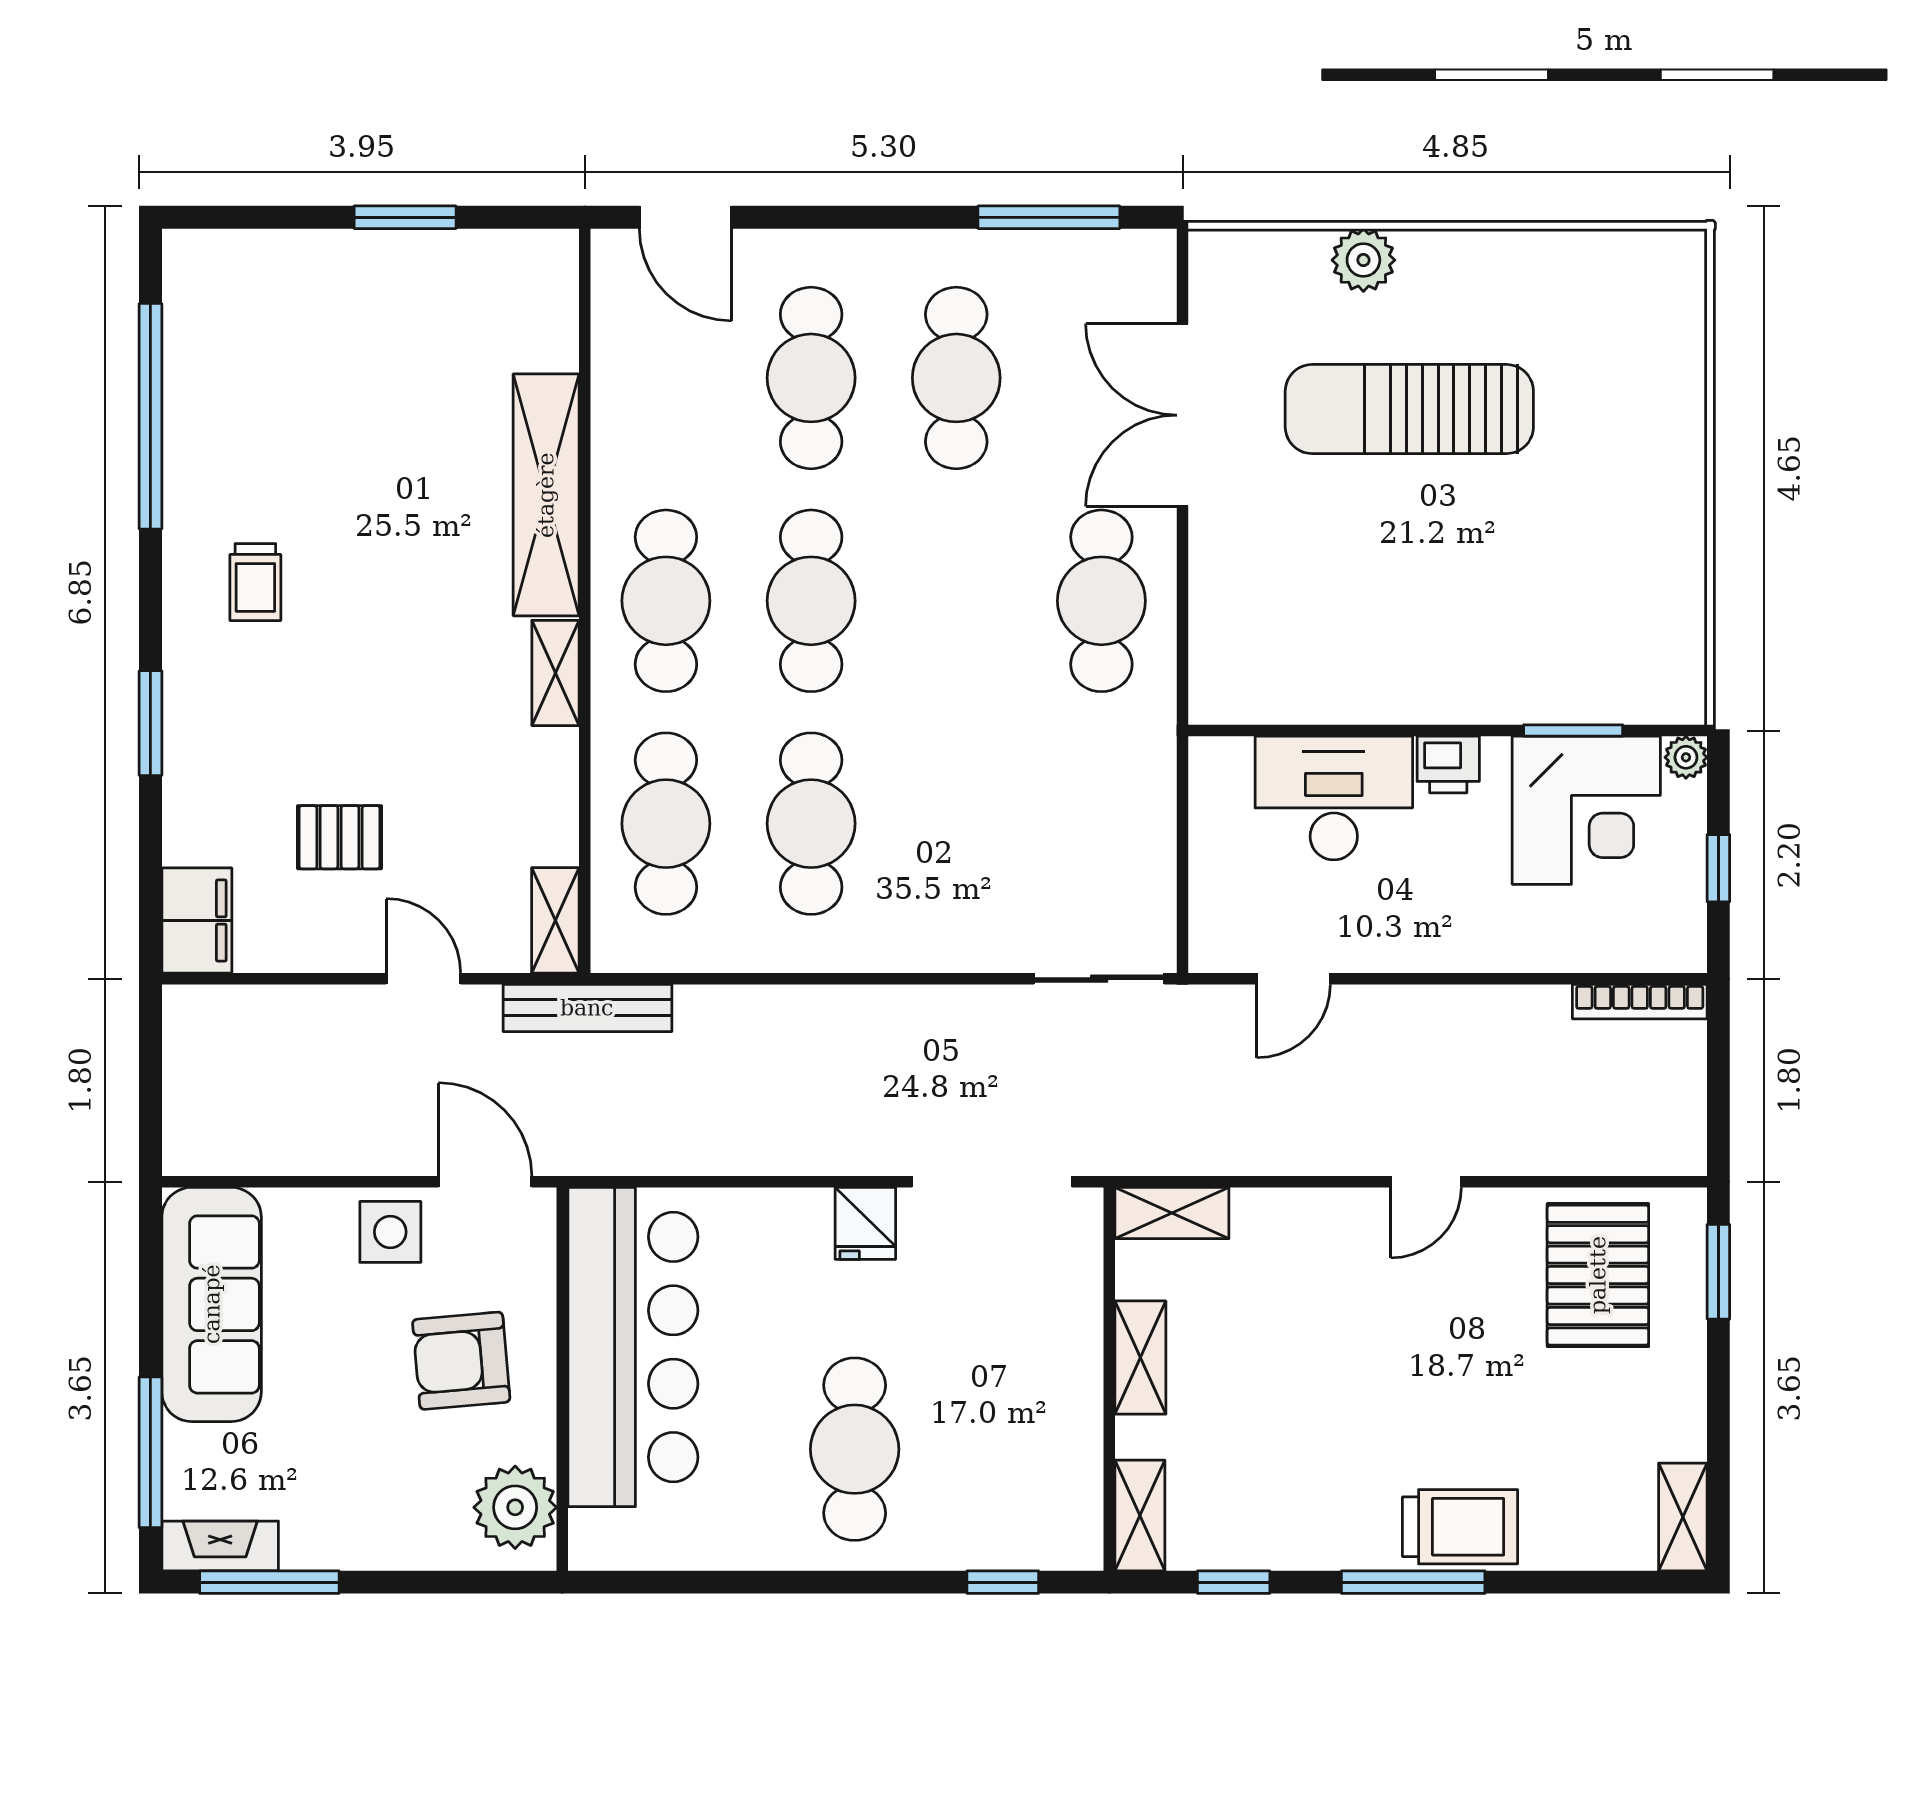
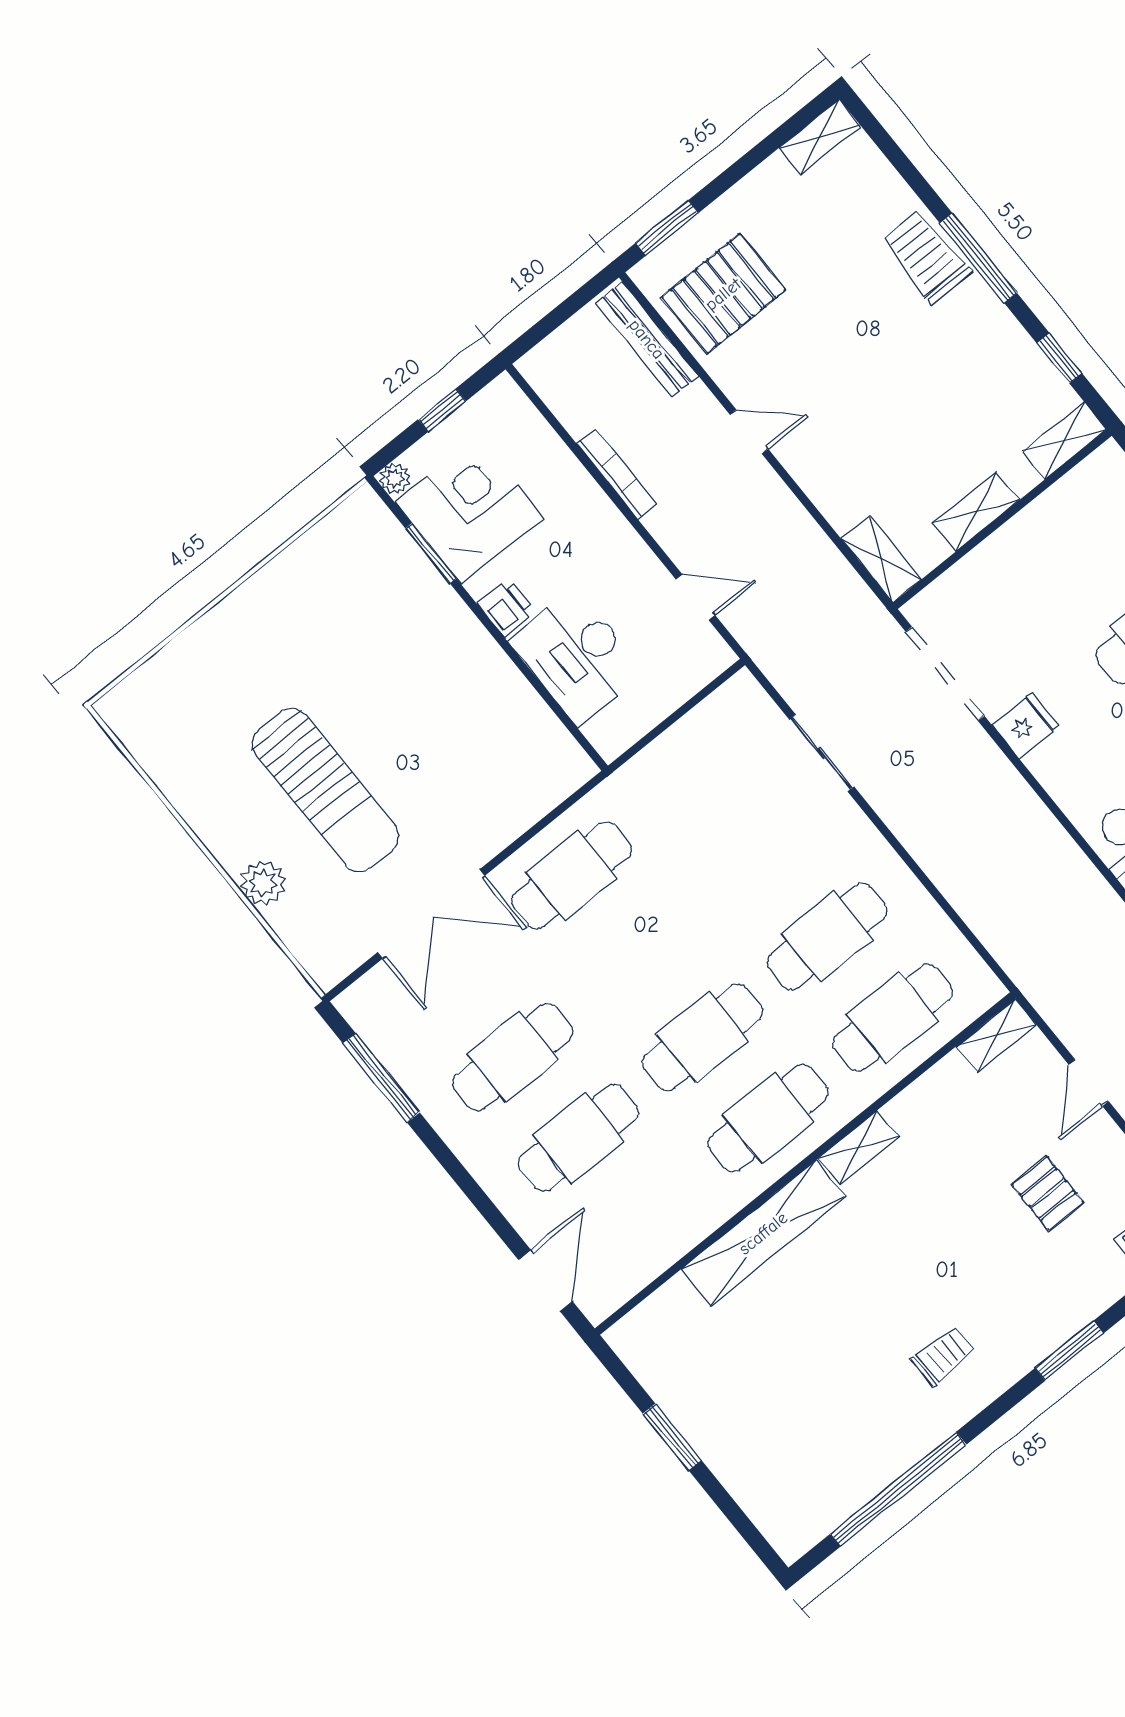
sliding door: (1099, 979) -> (822, 753), moved
bookcase: (1640, 1002) -> (617, 474), moved
bench: (587, 1008) -> (647, 339), moved

